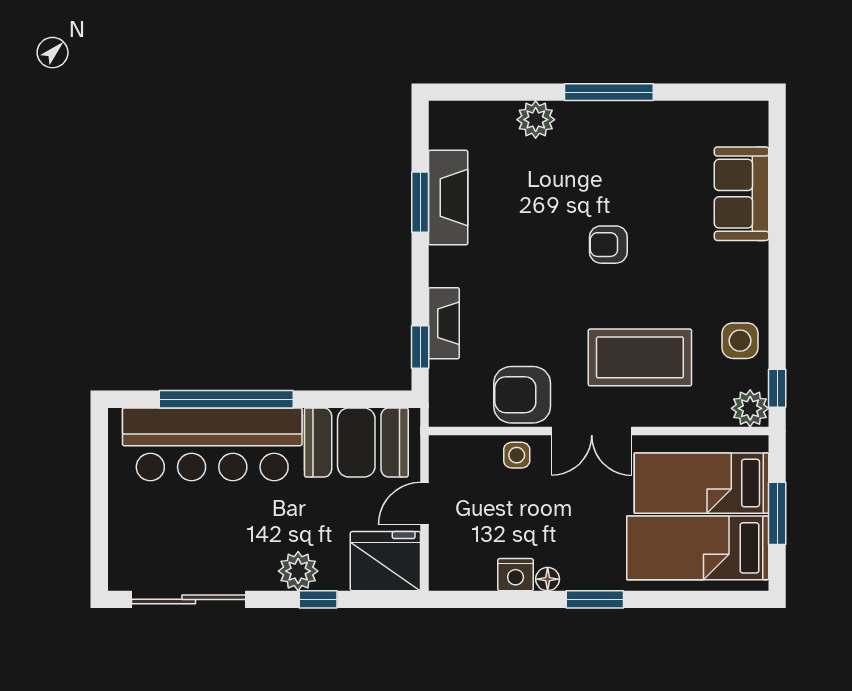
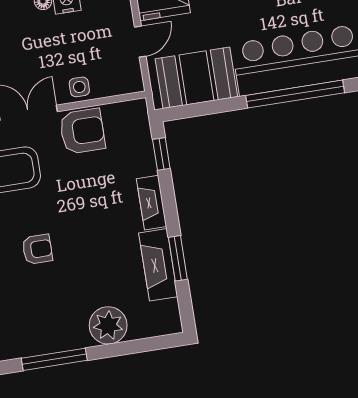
plant: (536, 120) -> (108, 325), width x1.36, depth x1.36
fireplace: (444, 323) -> (151, 203), moved

